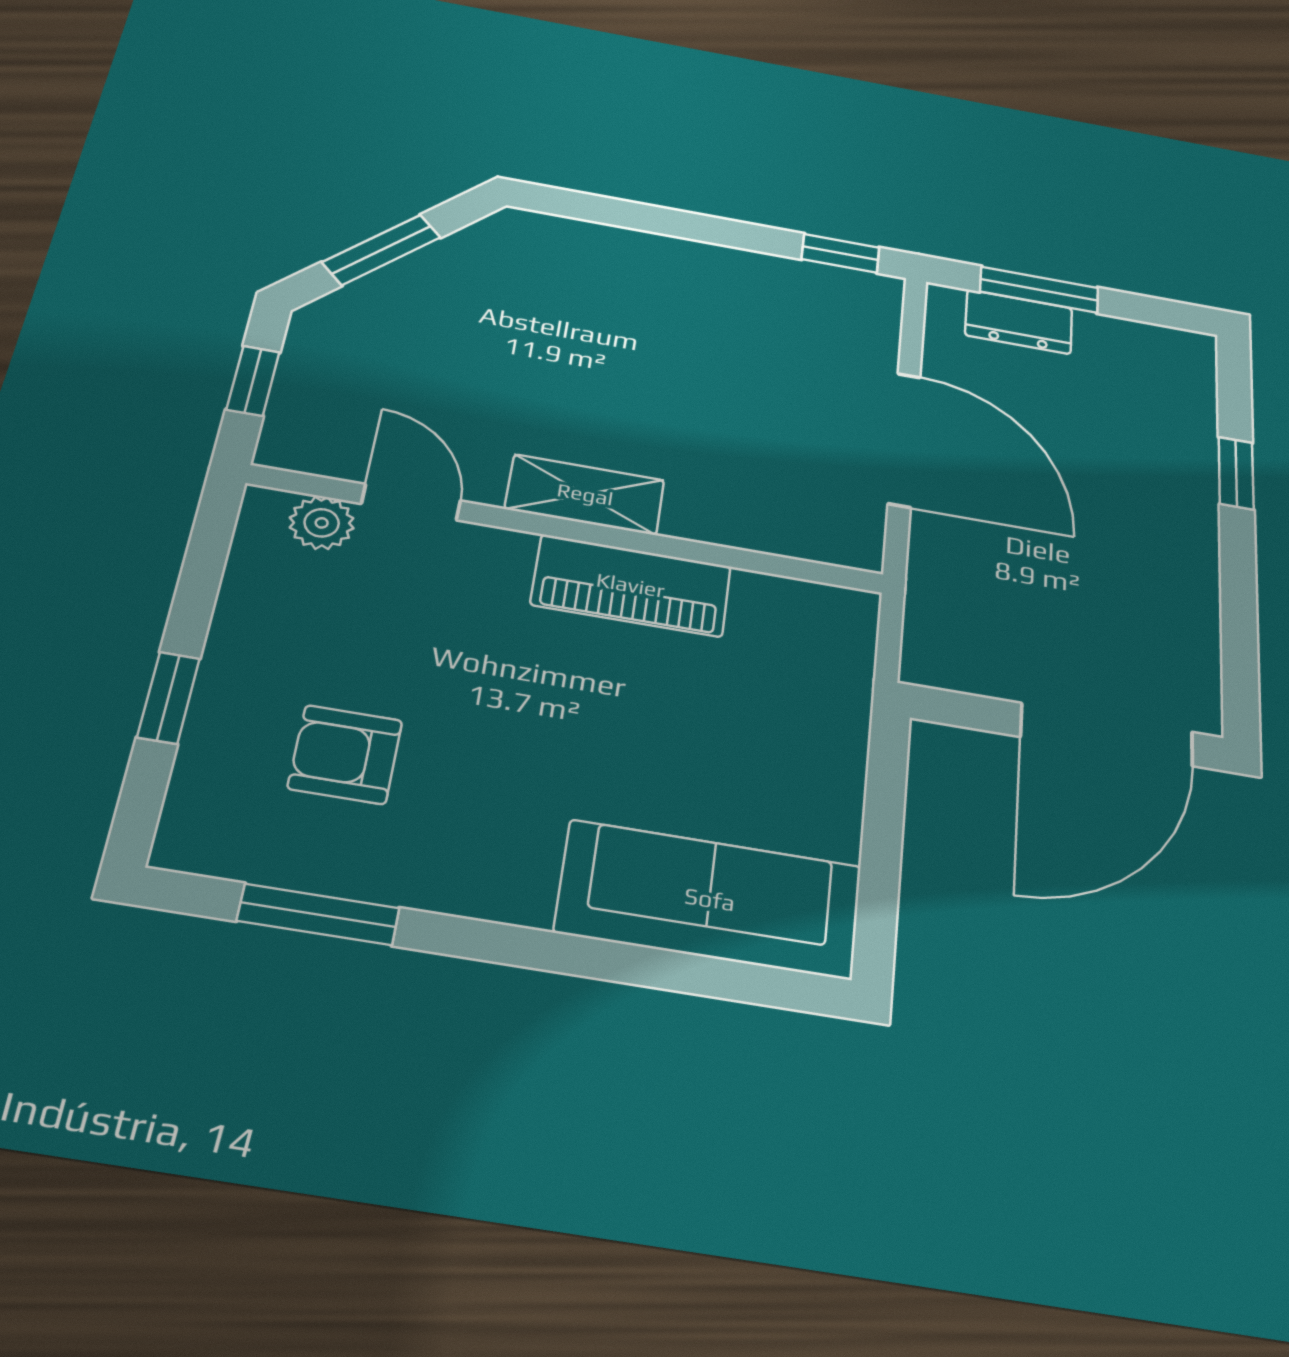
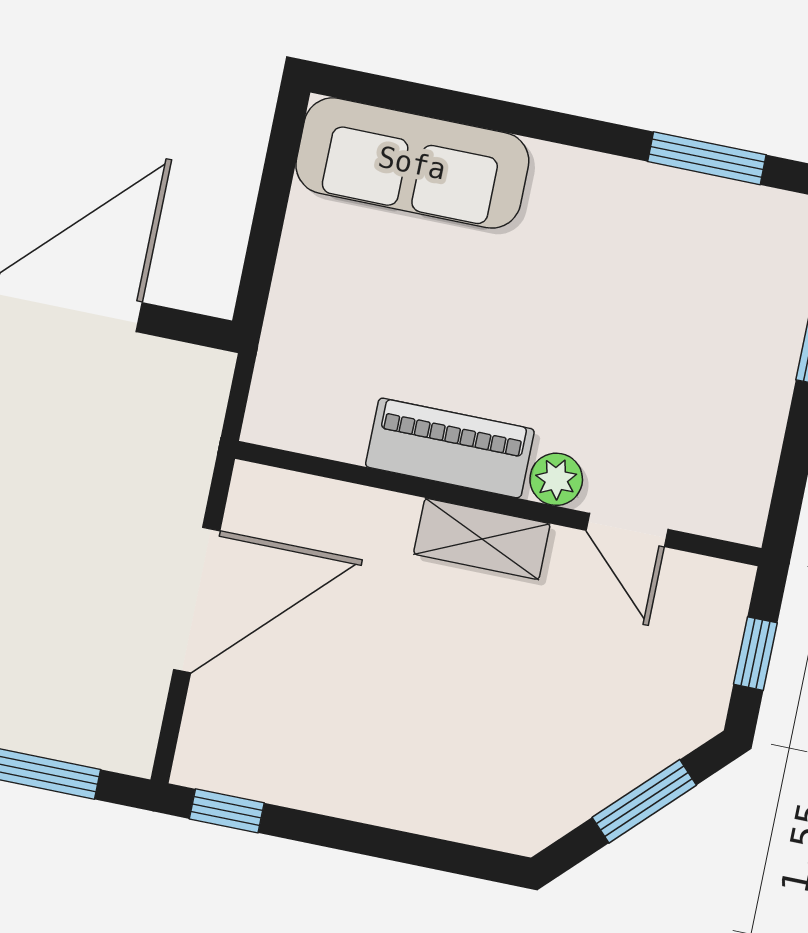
dresser: (1019, 322) -> (69, 735), removed
door: (904, 439) -> (197, 600), swing flipped
plant: (322, 523) -> (556, 479), moved
armchair: (345, 754) -> (685, 293), removed

